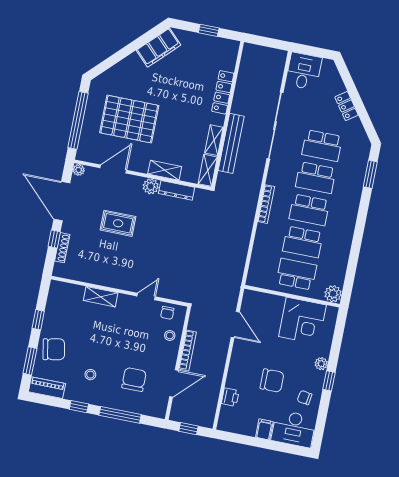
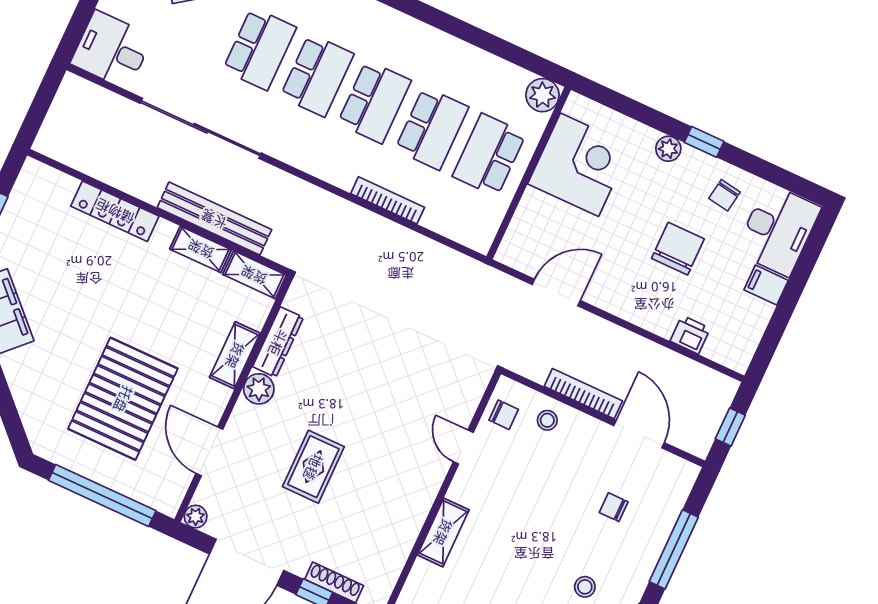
bookcase: (266, 204) -> (388, 200), moved
chair: (134, 379) -> (614, 507), width x0.54, depth x0.54

